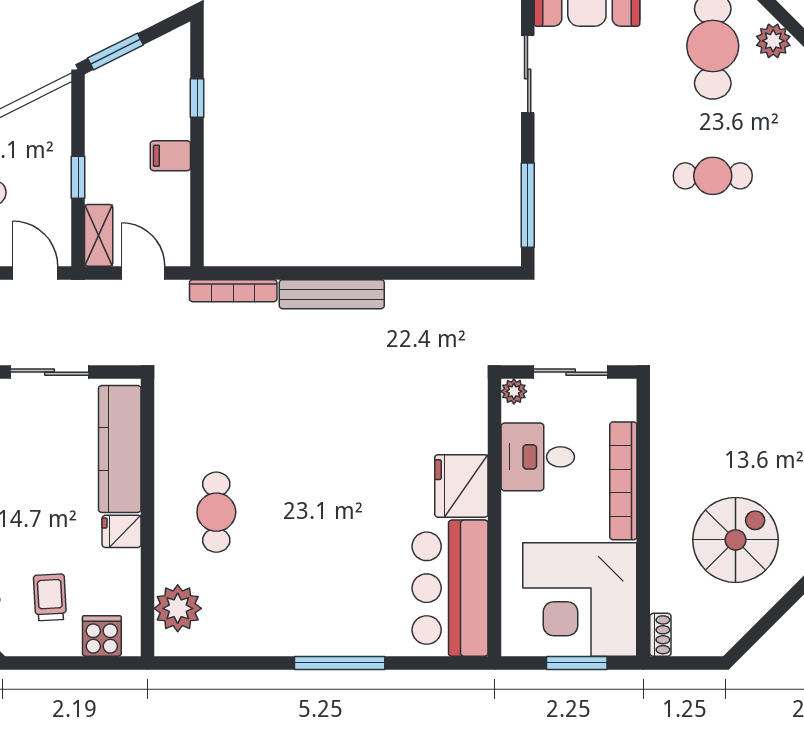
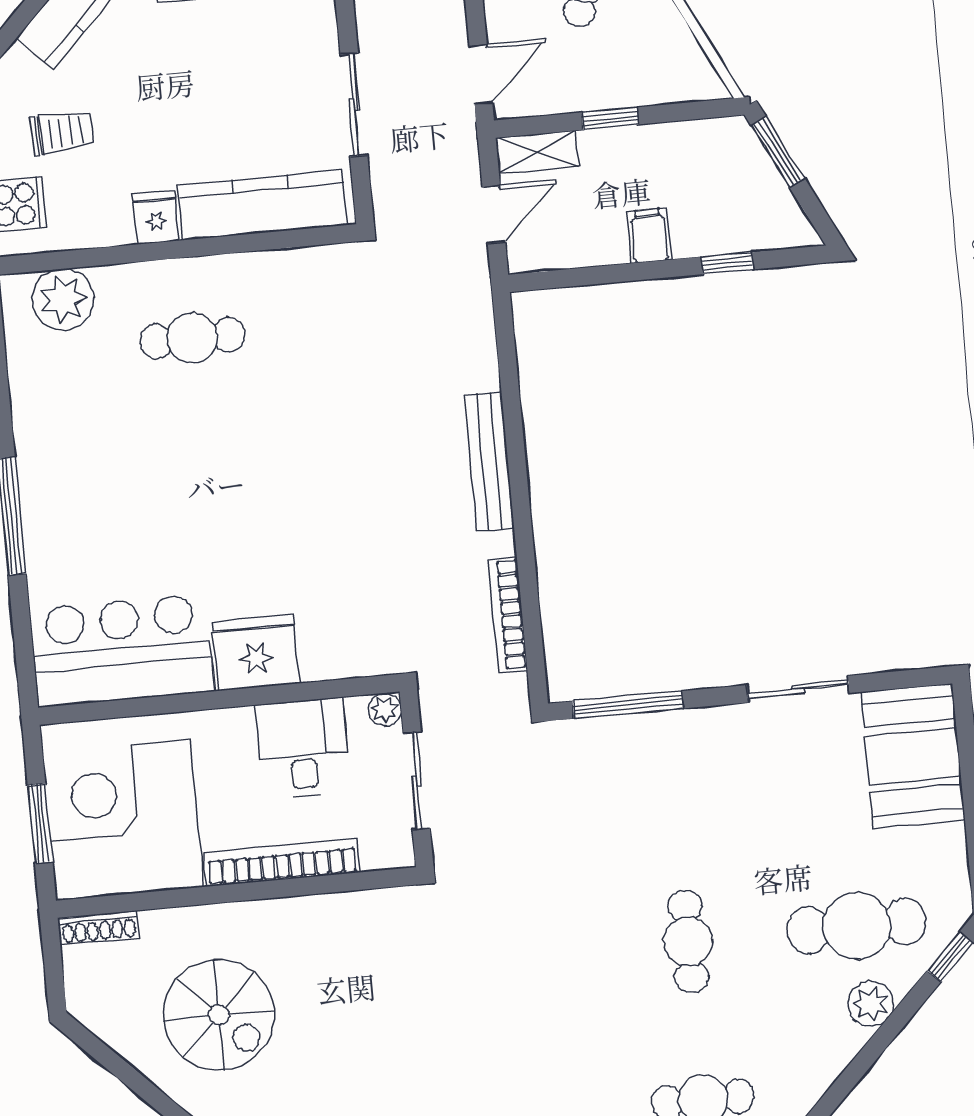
bookcase: (233, 291) -> (508, 615), moved
shoe rack: (660, 635) -> (99, 928), width x1.43

